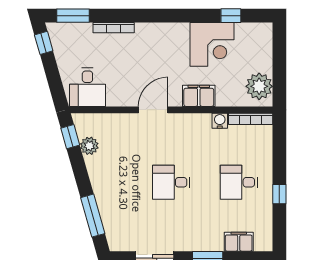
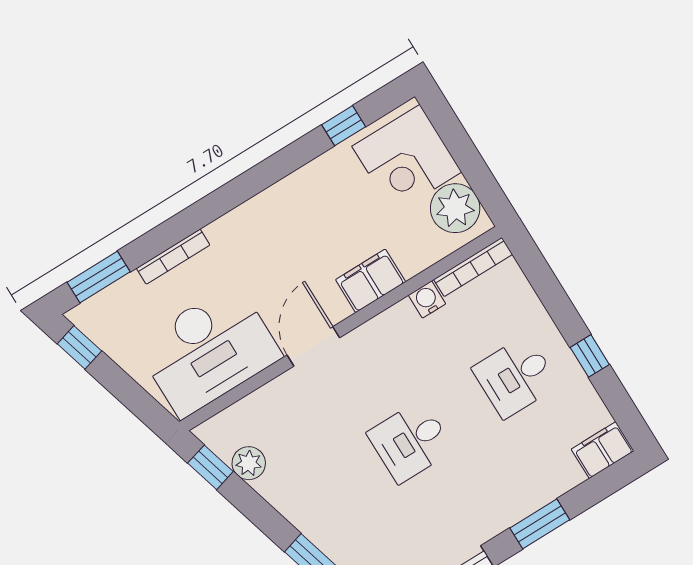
corner desk: (212, 44) -> (407, 159), moved, turned 90
desk: (87, 87) -> (208, 350), width x1.87, depth x1.30
filing cabinet: (239, 242) -> (603, 450), moved

